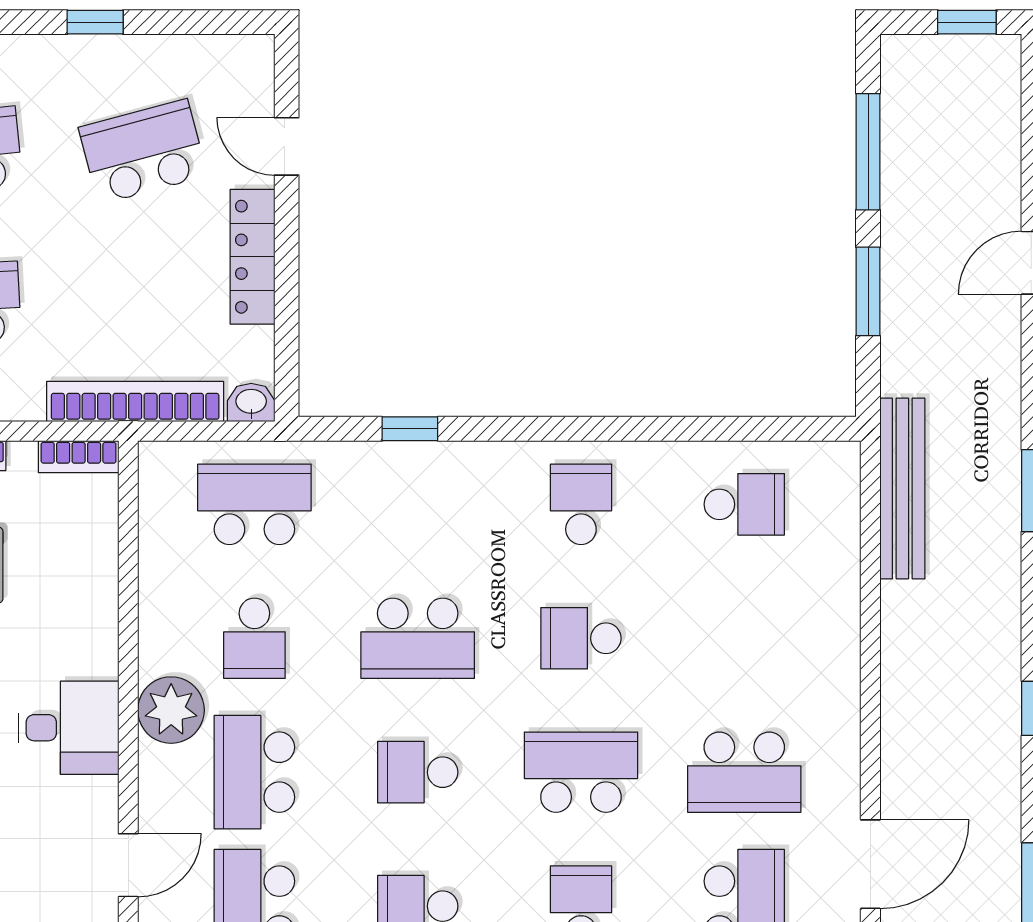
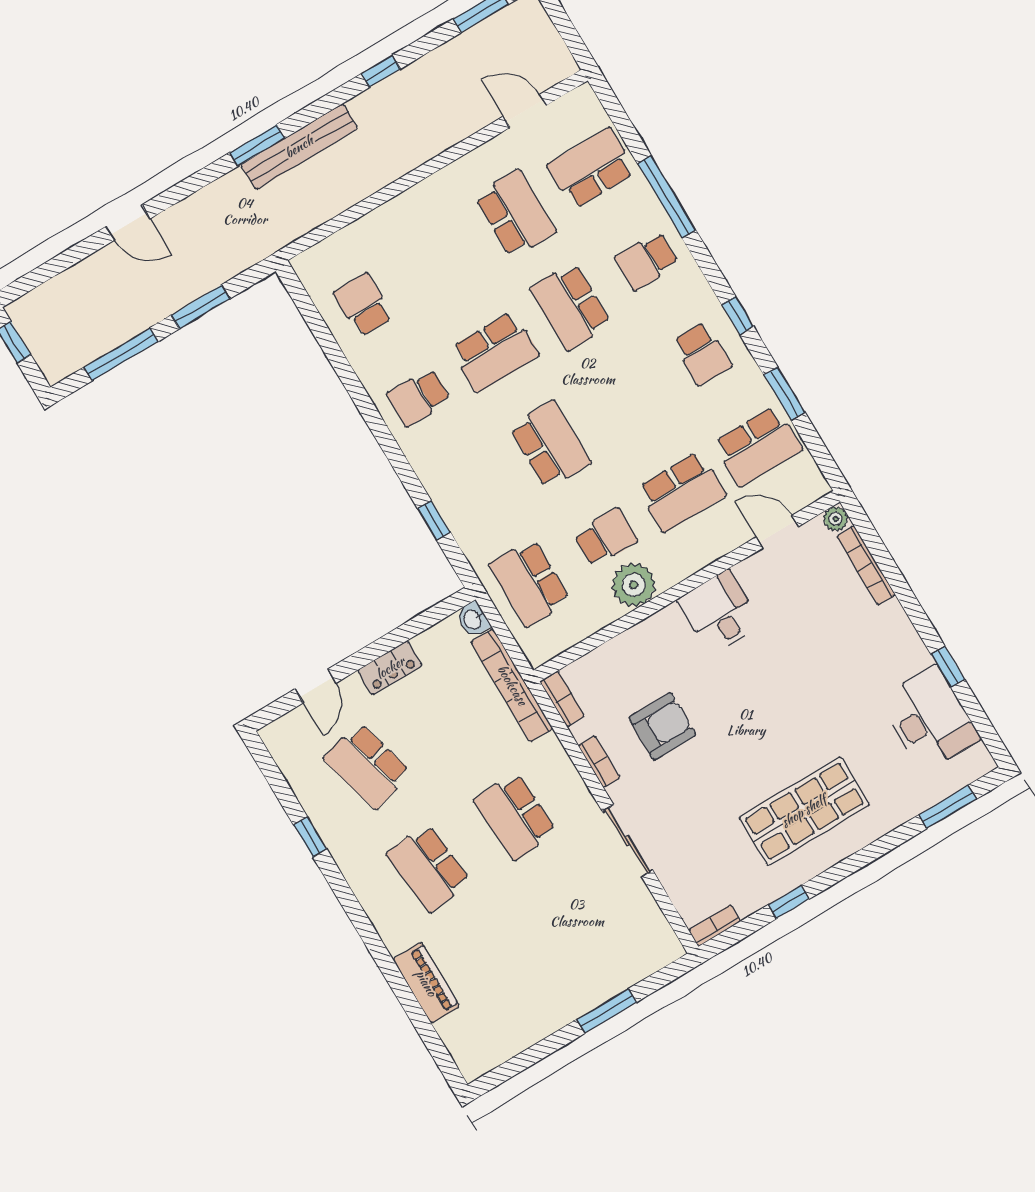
locker: (252, 257) -> (390, 668), width x0.66
bench: (902, 488) -> (299, 147), moved
school desk: (581, 638) -> (495, 352), width x1.85
plant: (171, 710) -> (634, 585), moved
school desk: (418, 772) -> (626, 399), removed
door: (870, 864) -> (525, 111), width x0.73

